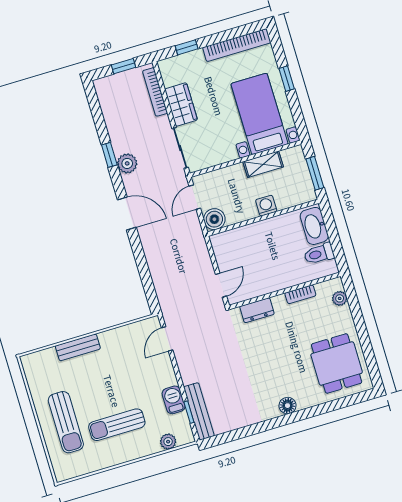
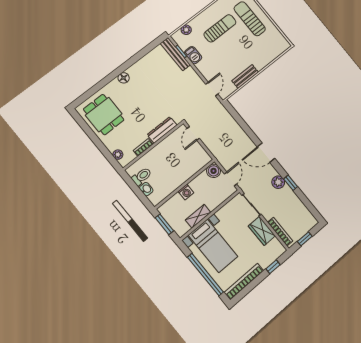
window: (287, 79) -> (205, 275), width x3.17
washbasin: (314, 226) -> (146, 189), width x0.52, depth x0.69
dresser: (257, 310) -> (162, 130), width x1.44
bench: (78, 347) -> (245, 77), moved

